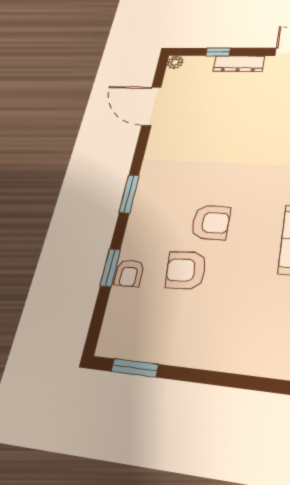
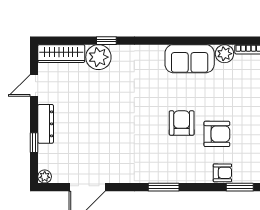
window: (110, 268) -> (240, 187), moved
armchair: (186, 270) -> (217, 134), turned -86

